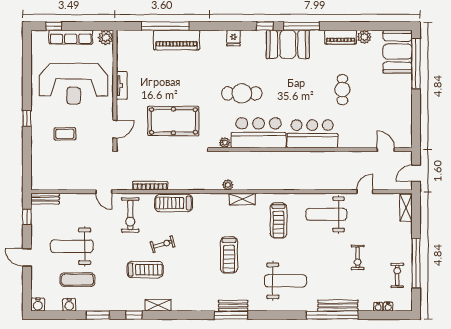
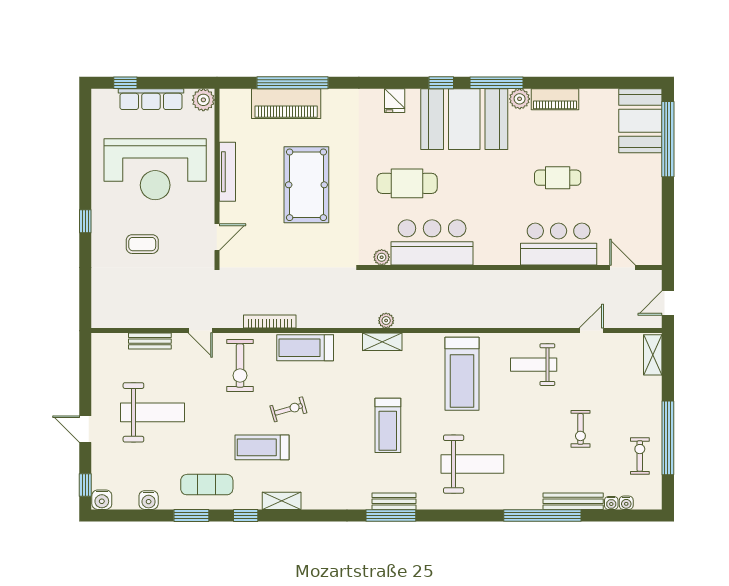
plant: (364, 37) -> (520, 99), moved
piano: (177, 40) -> (286, 104), moved
booth: (288, 44) -> (464, 119), width x1.36, depth x1.42
tv unit: (122, 86) -> (227, 172), width x1.41
cafe table: (342, 90) -> (558, 178), turned 90
pool table: (173, 121) -> (306, 185), moved, turned 90
bar counter: (312, 134) -> (559, 244), moved
bench: (45, 199) -> (150, 341), moved
shelving: (242, 199) -> (382, 342), moved
weight bench: (326, 214) -> (534, 365), width x0.73, depth x0.75
window: (27, 217) -> (85, 485), moved
treadmill: (278, 220) -> (462, 374), width x1.37, depth x1.38
weight bench: (72, 246) -> (153, 412), turned 180
treadmill: (145, 270) -> (262, 447), turned 180
exercise mat: (77, 280) -> (207, 485), moved
bench: (338, 306) -> (573, 501), moved

